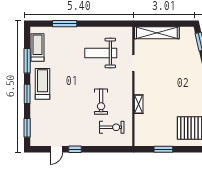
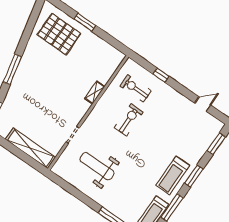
weight bench: (101, 53) -> (97, 166), turned 180
window: (75, 149) -> (161, 75), moved
window: (163, 149) -> (85, 22), moved

